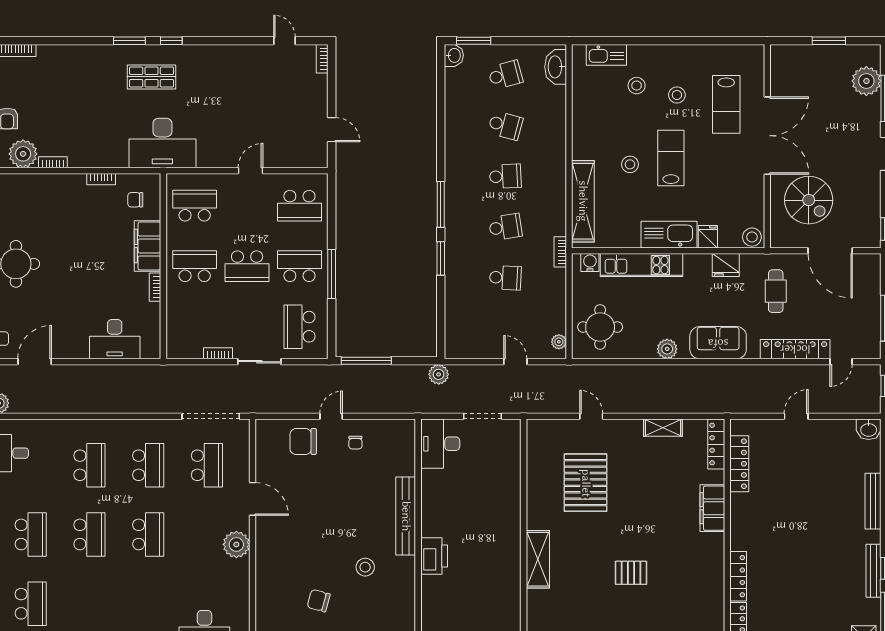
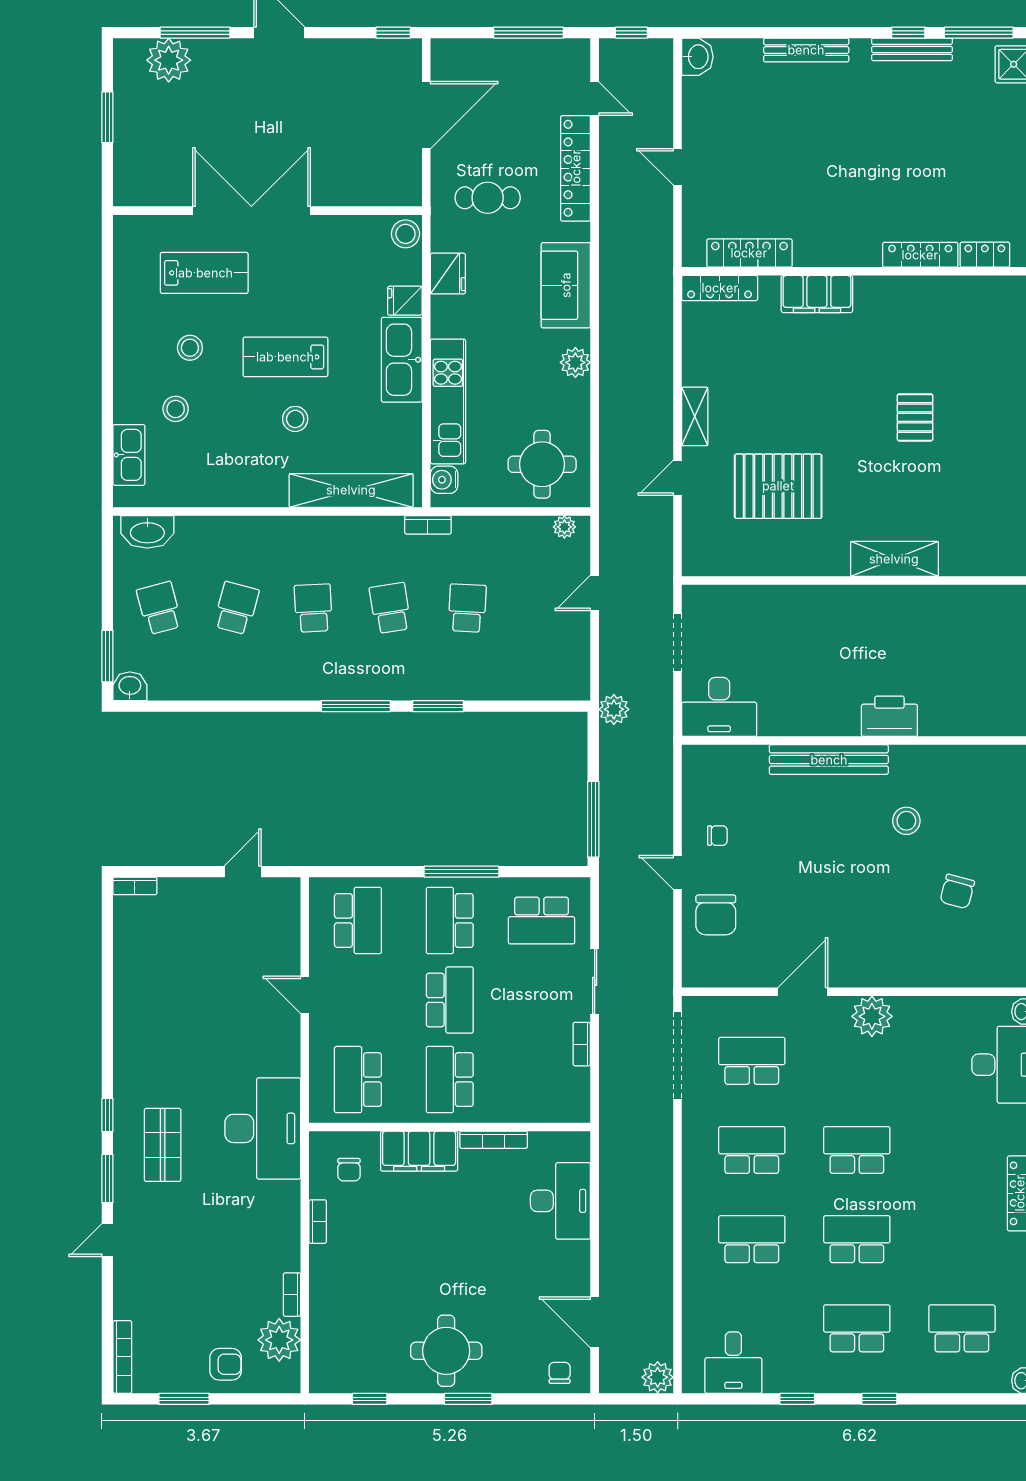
door: (284, 41) -> (107, 1240), moved
spiral stairs: (809, 200) -> (349, 148), removed
bookcase: (155, 287) -> (494, 1140), width x1.56
shelving: (663, 428) -> (695, 416), moved

